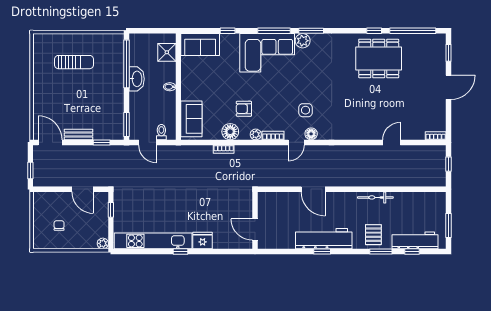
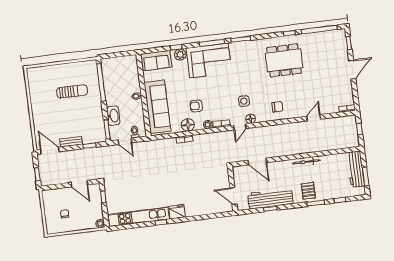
plant: (303, 41) -> (180, 55), moved
shower: (167, 52) -> (131, 70), removed
dining table: (379, 58) -> (284, 60), moved
sun lounger: (74, 62) -> (72, 91), moved
washbasin: (137, 79) -> (113, 116), moved
sofa: (191, 119) -> (157, 107), width x1.85, depth x1.27
chair: (347, 123) -> (277, 107), added
wall: (255, 220) -> (233, 189), moved
door: (255, 230) -> (233, 196), moved
workbench: (415, 240) -> (356, 169), moved, turned -90

